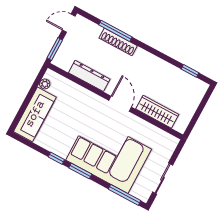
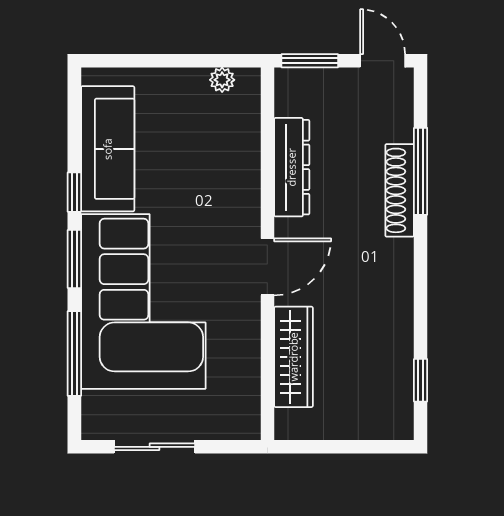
sofa: (35, 114) -> (108, 149), moved, turned -90
window: (124, 195) -> (74, 353), moved

